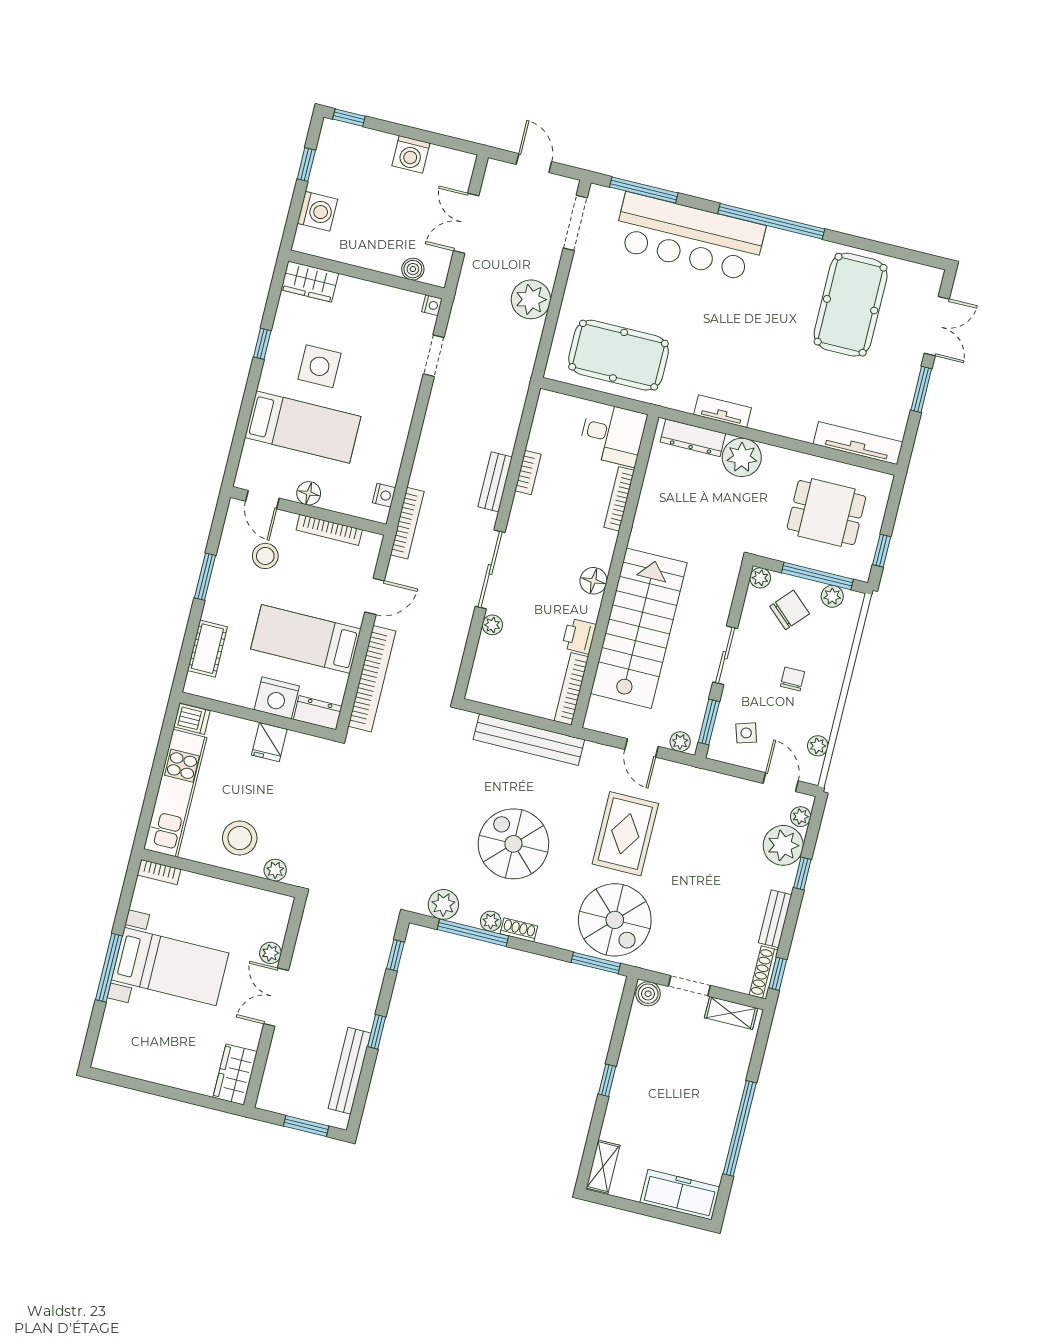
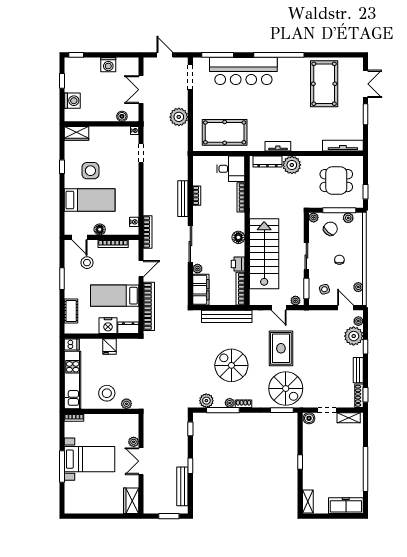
bench: (495, 482) -> (183, 199), width x1.36
filing cabinet: (488, 671) -> (201, 290), added

